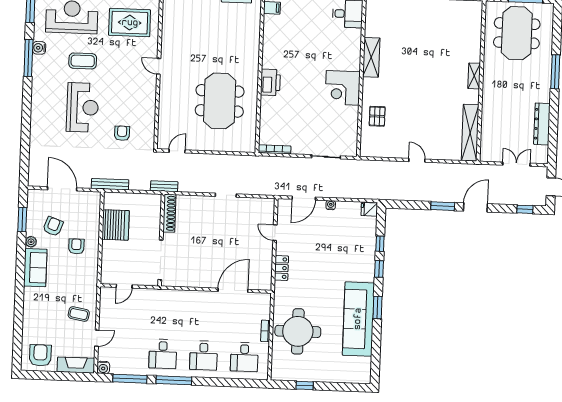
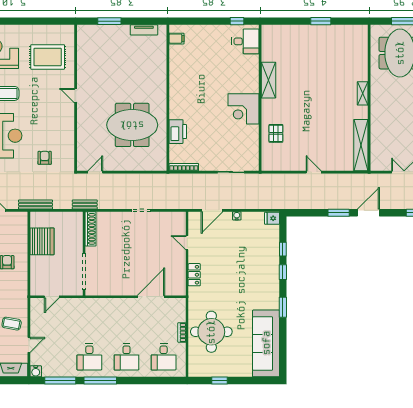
printer: (270, 82) -> (178, 132), moved
meeting table: (220, 101) -> (132, 125), turned 90
sofa: (358, 319) -> (266, 343), moved

